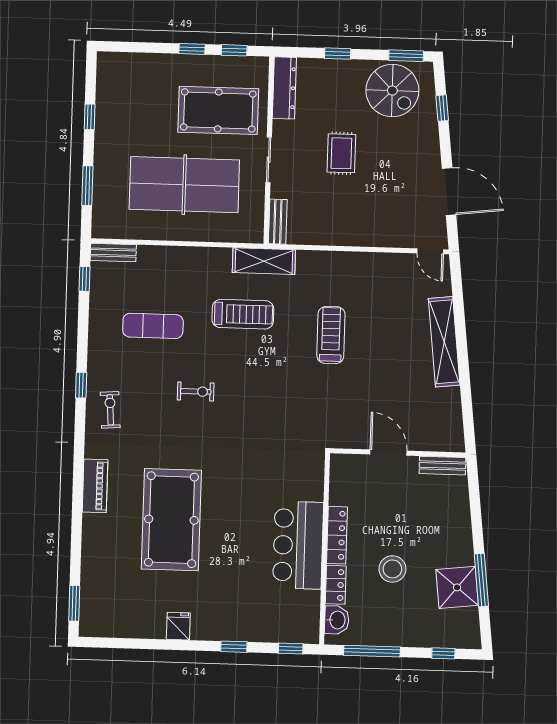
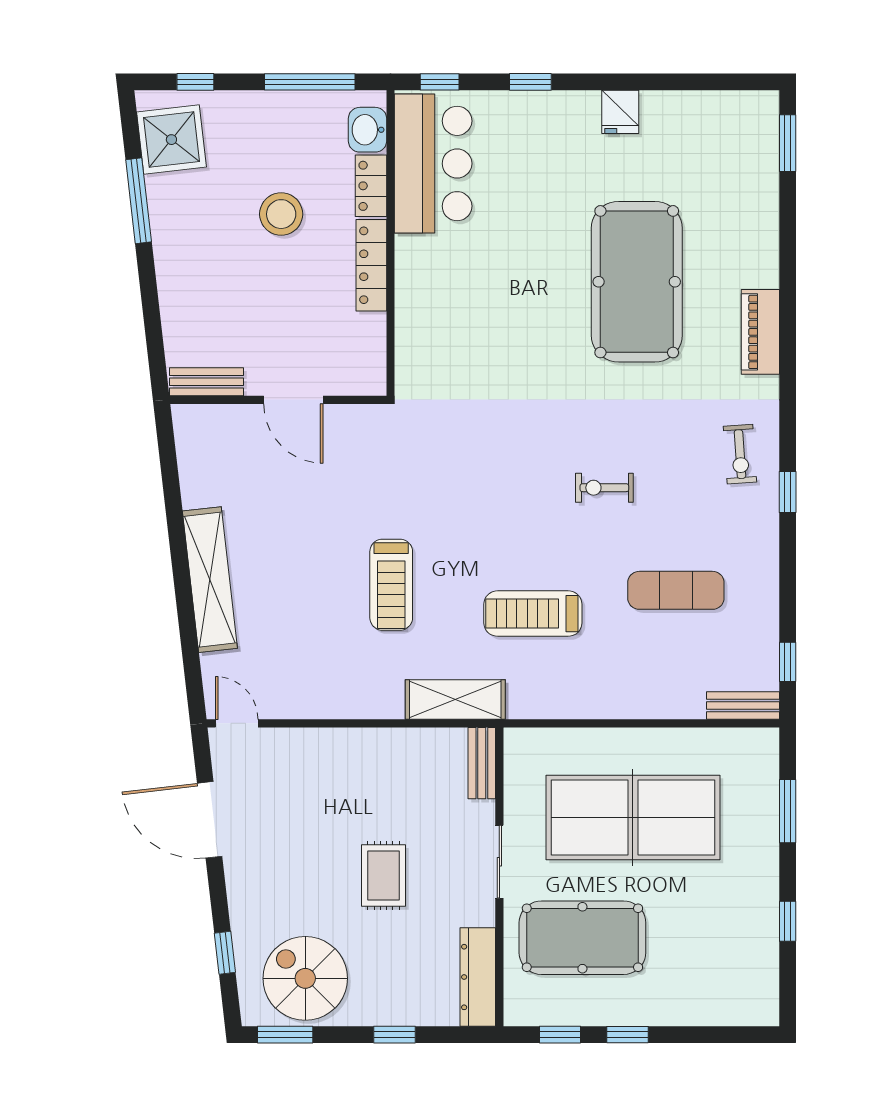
shelving: (264, 261) -> (455, 699), moved
bar counter: (298, 545) -> (433, 164), moved
shower: (457, 587) -> (171, 140), moved

